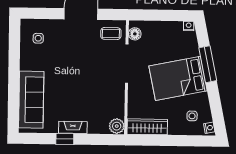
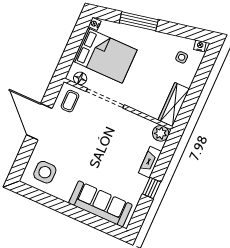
side table: (38, 38) -> (45, 172), width x1.87, depth x1.87
bed: (178, 78) -> (105, 56), moved, turned -78
fireplace: (73, 127) -> (150, 162), moved

